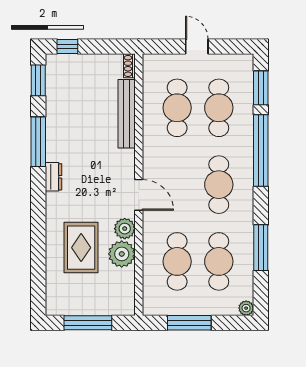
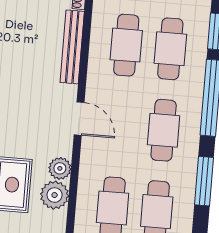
door: (139, 195) -> (79, 119), moved
window: (261, 248) -> (204, 181), moved

